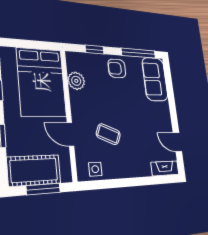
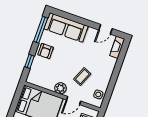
sofa: (155, 79) -> (66, 27), width x1.36
plant: (76, 81) -> (60, 88), moved

